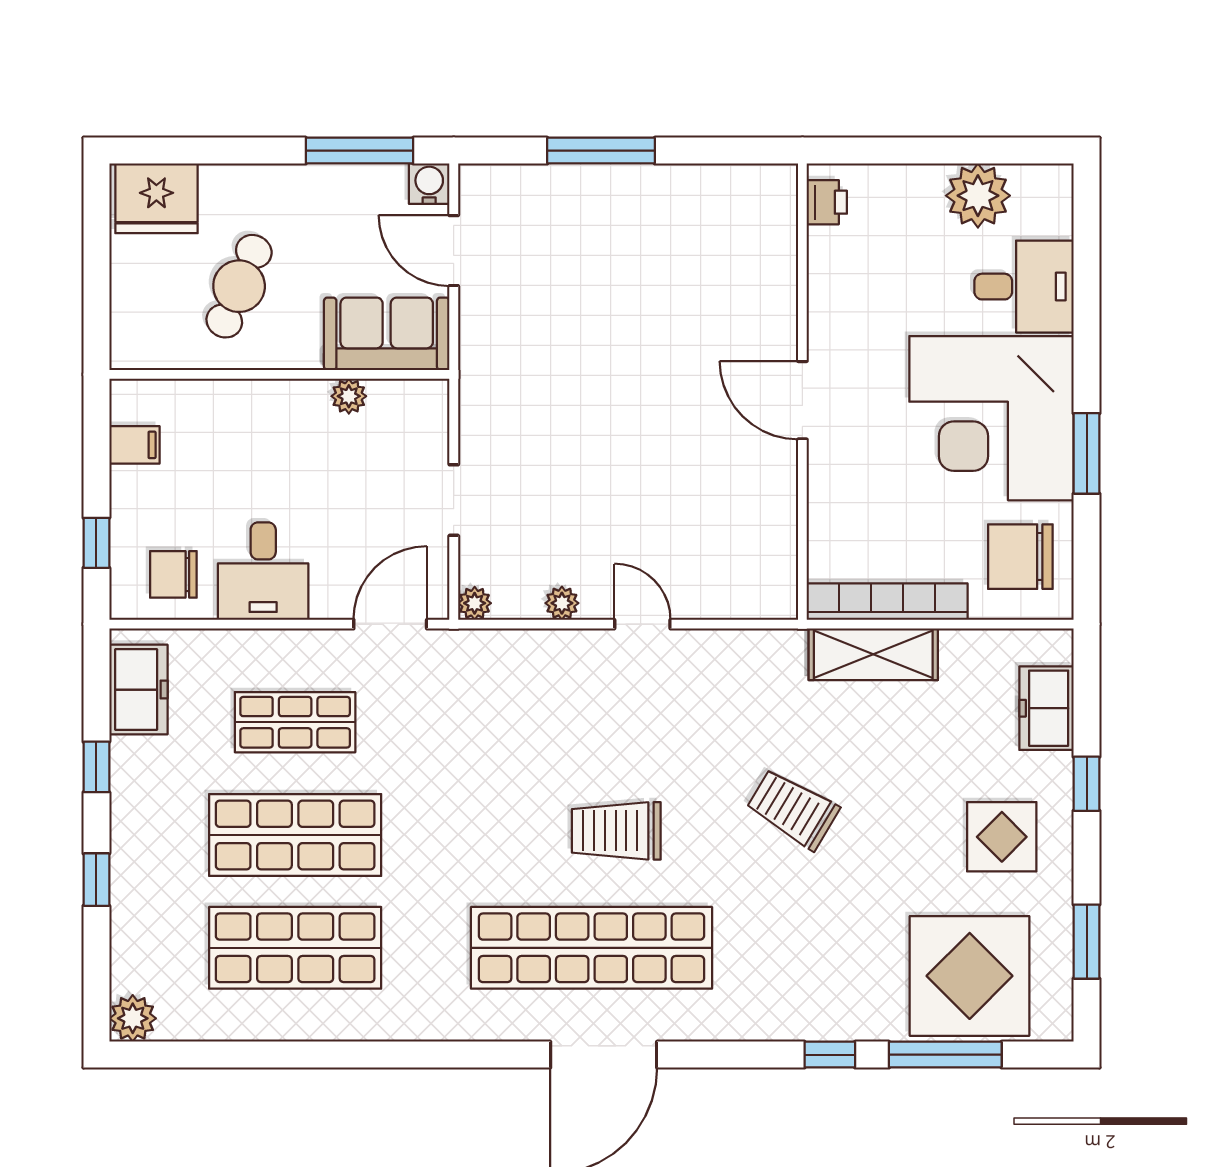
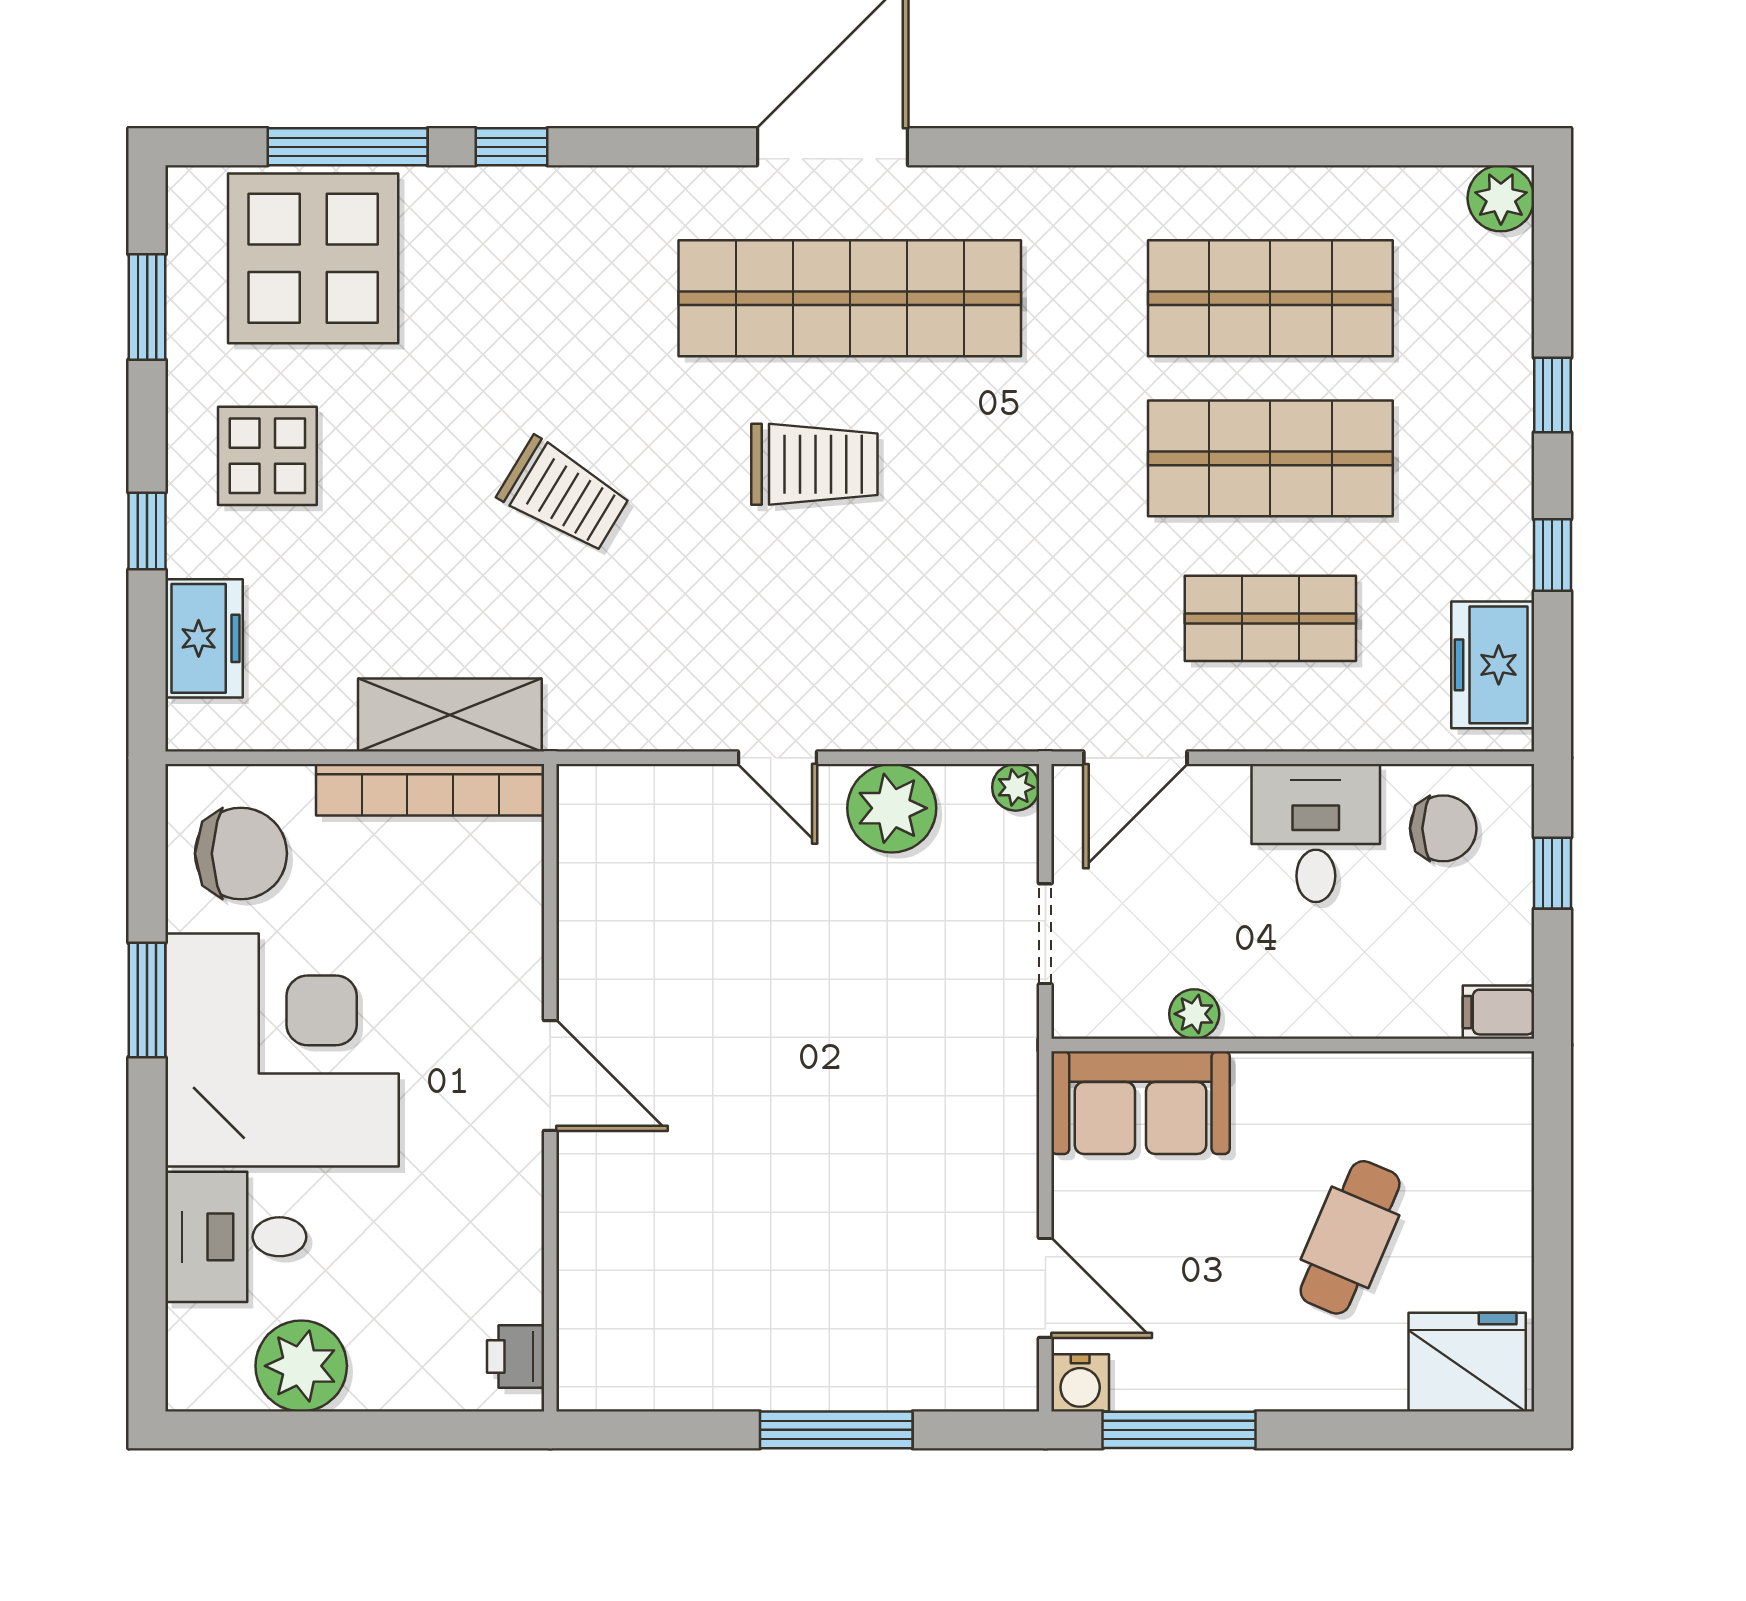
sofa: (387, 334) -> (1140, 1103), moved
wall: (279, 374) -> (1293, 1045), moved
plant: (349, 396) -> (1194, 1014), moved
plant: (562, 603) -> (892, 808), width x1.88, depth x1.88

